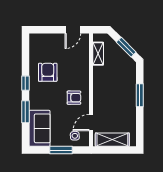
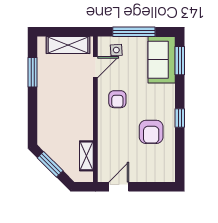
window: (140, 95) -> (33, 72), moved
armchair: (74, 98) -> (117, 99), turned -90
window: (25, 112) -> (180, 61), moved
window: (61, 150) -> (134, 32), width x1.44

